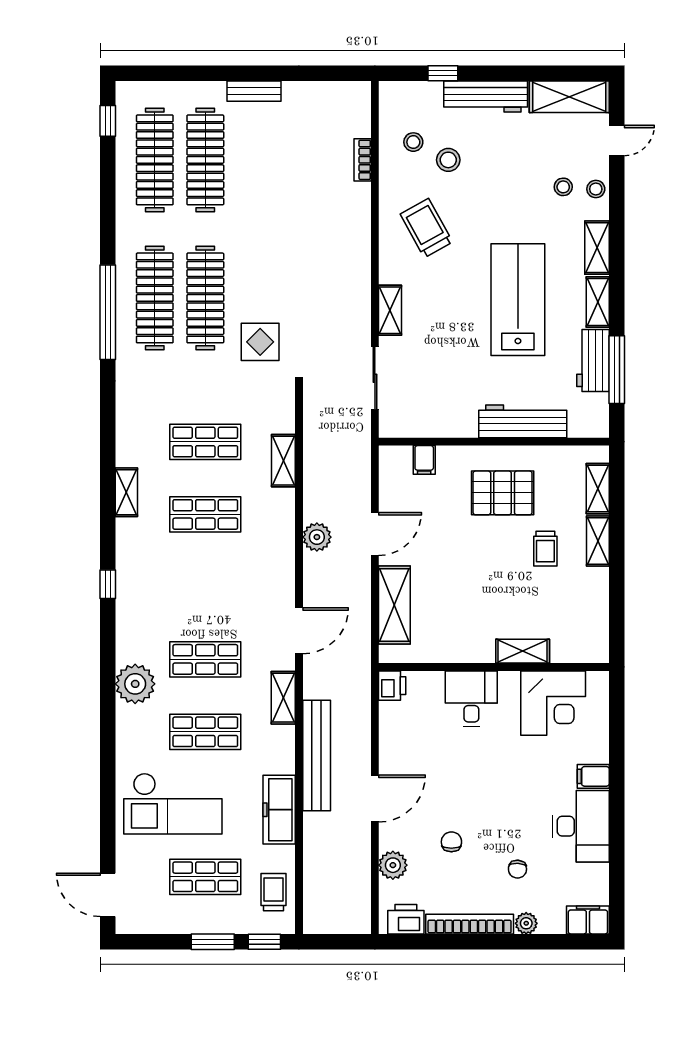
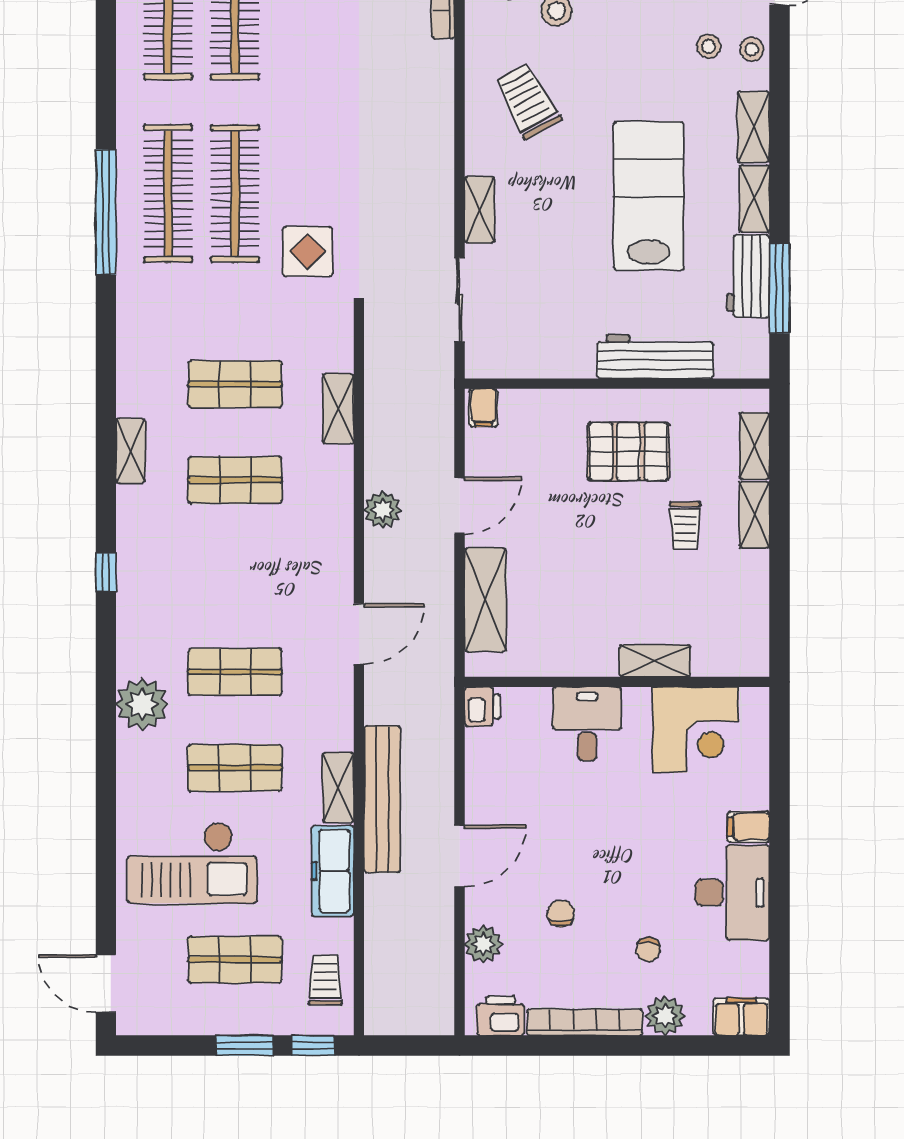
filing cabinet: (424, 460) -> (483, 408), moved
shelving: (283, 698) -> (338, 788), moved
plant: (526, 923) -> (665, 1016), width x1.38, depth x1.38

